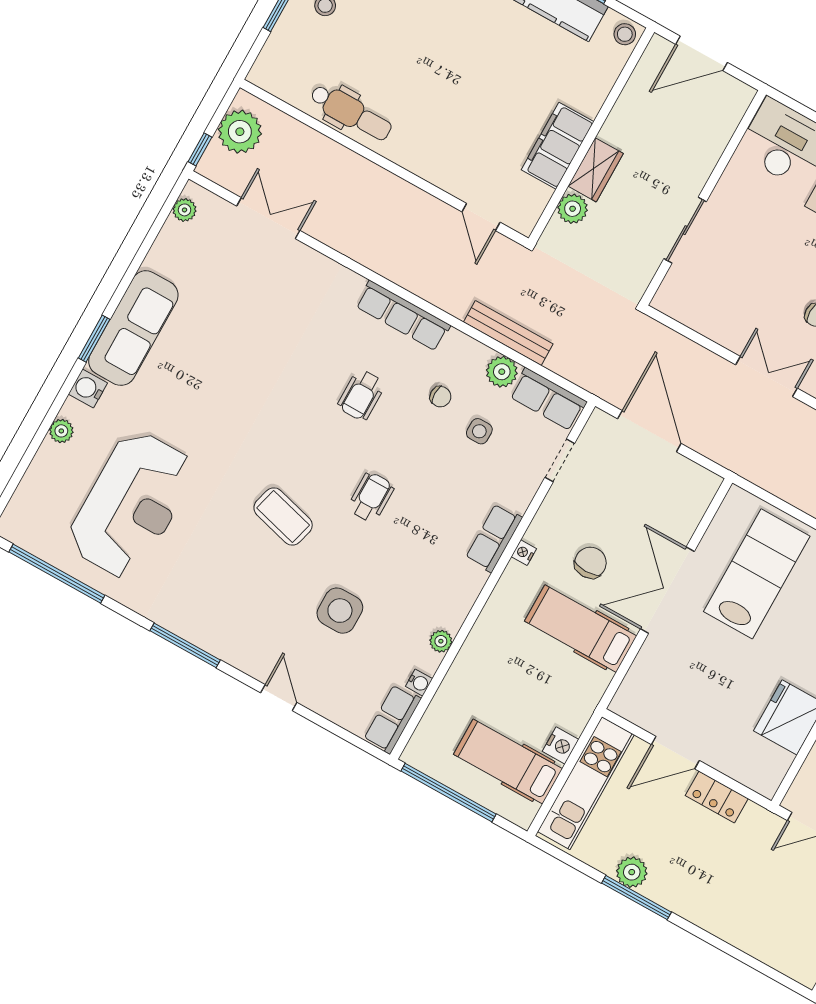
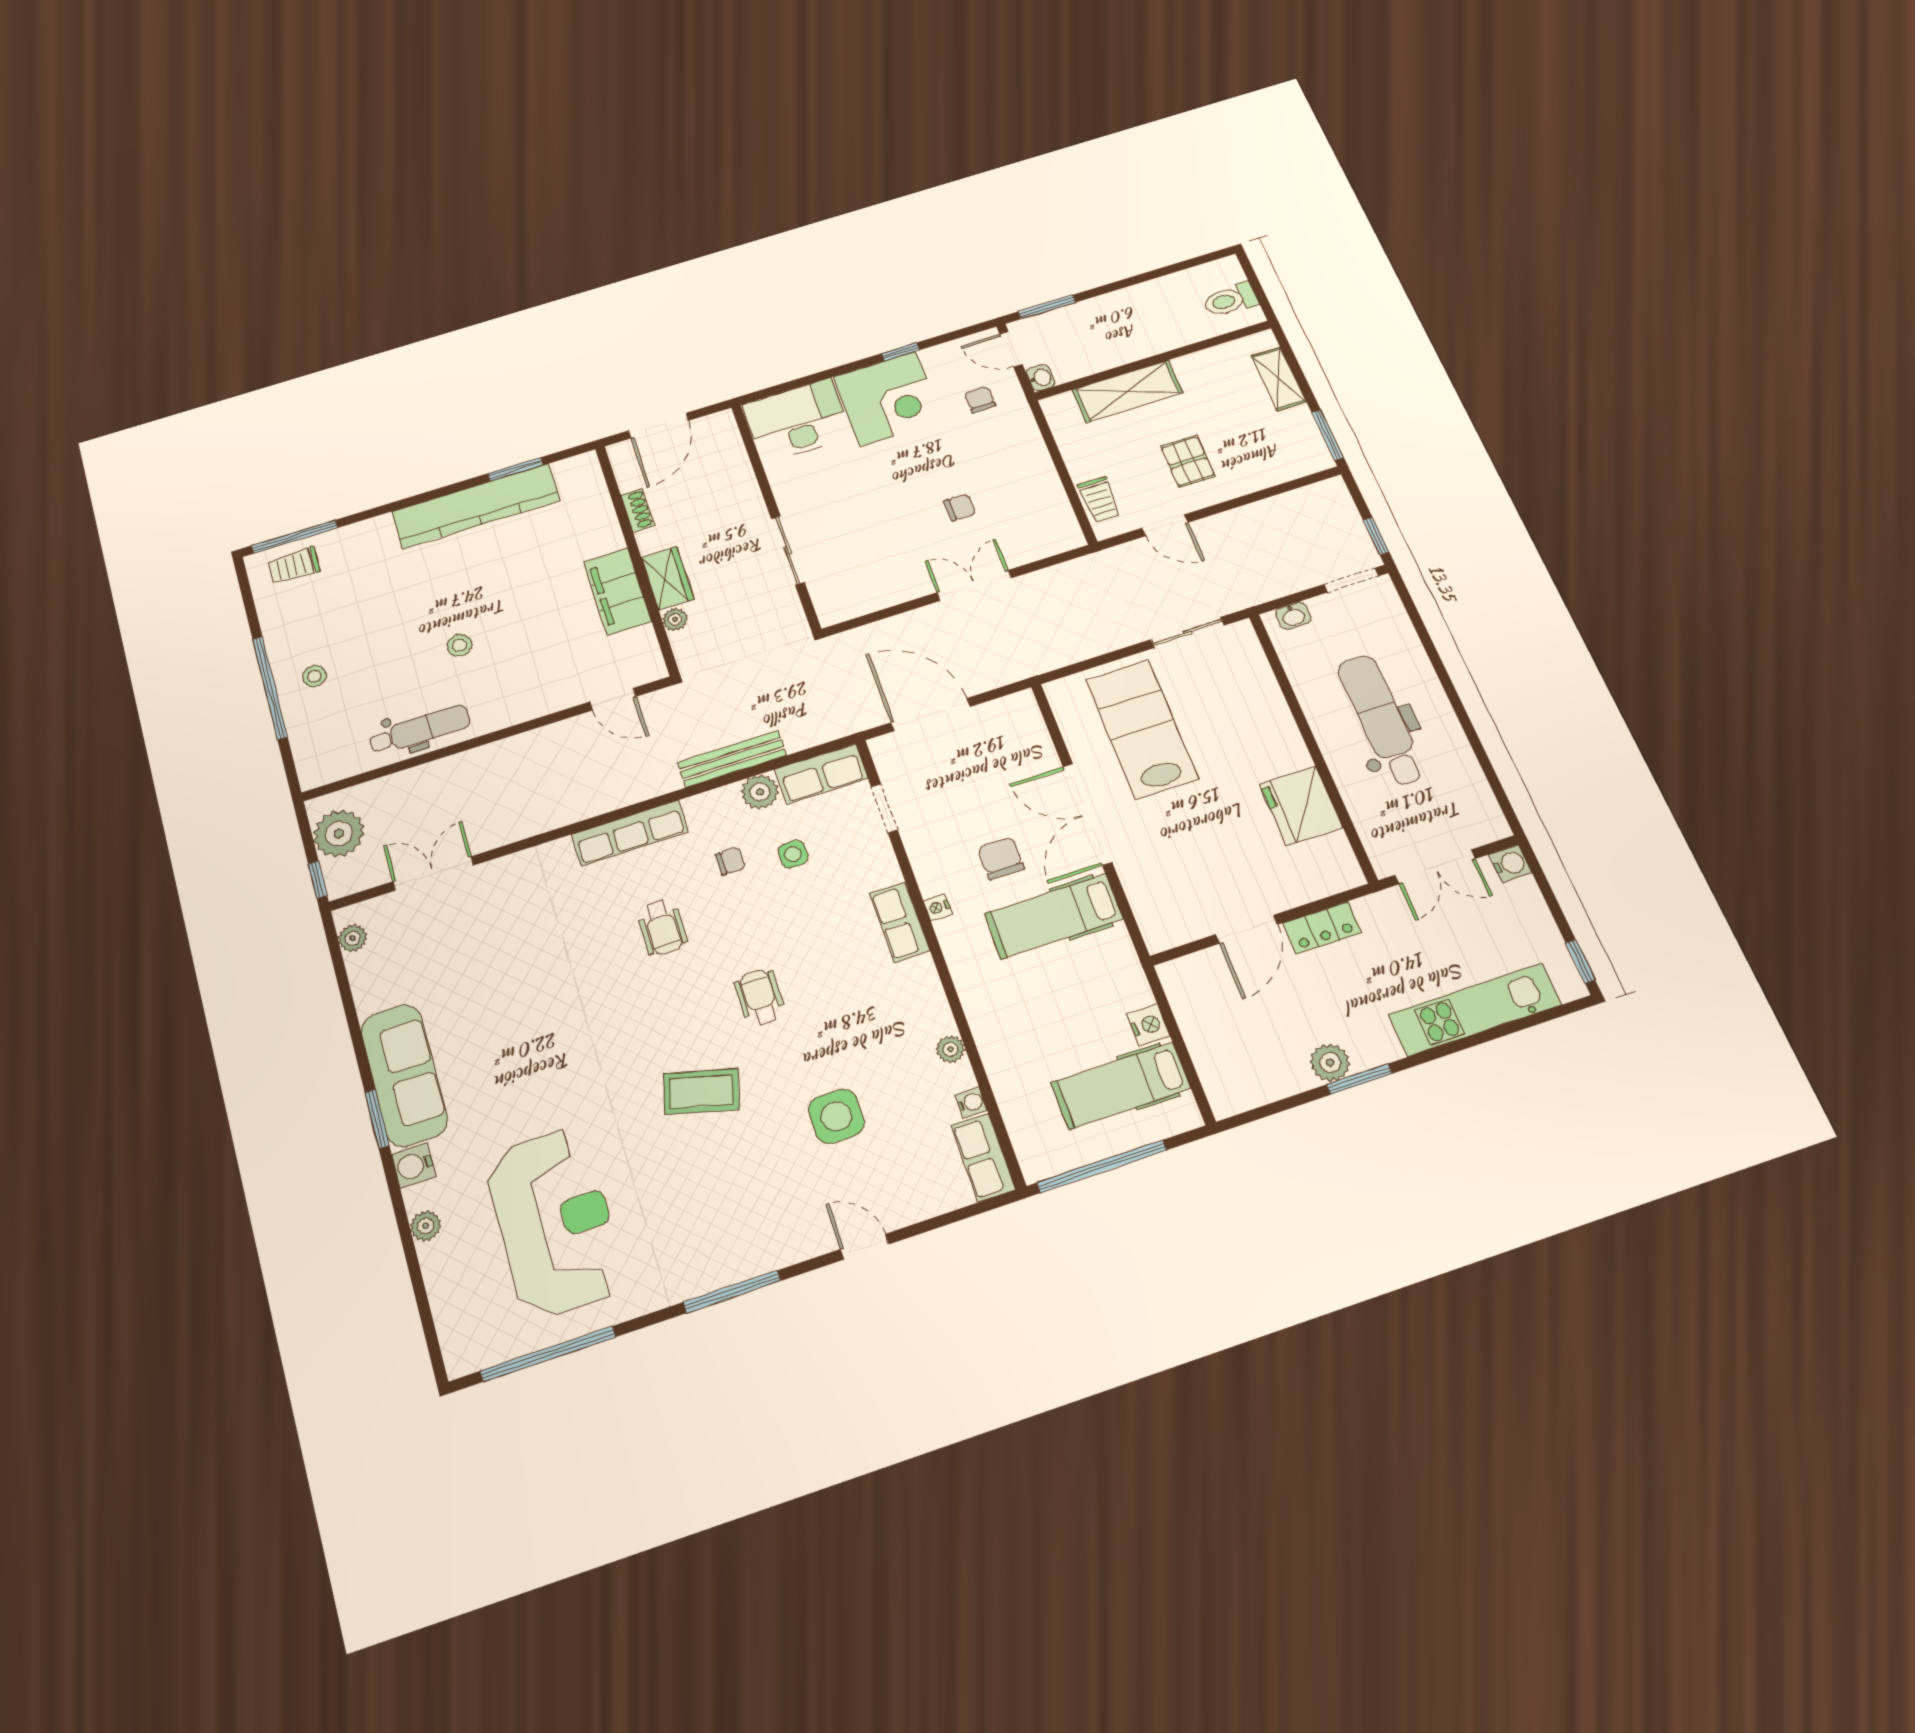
stool: (625, 34) -> (460, 645), moved
shoe rack: (627, 101) -> (637, 510), added
plant: (573, 209) -> (675, 619), width x0.73, depth x0.73
kitchen unit: (586, 783) -> (1475, 1010), moved, turned -90
window: (636, 898) -> (1359, 1079), width x0.69

